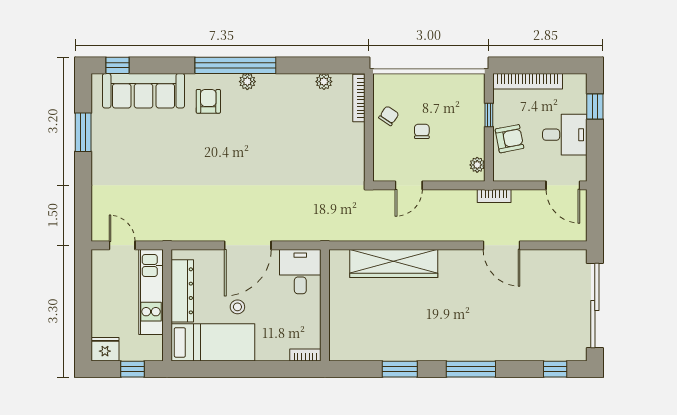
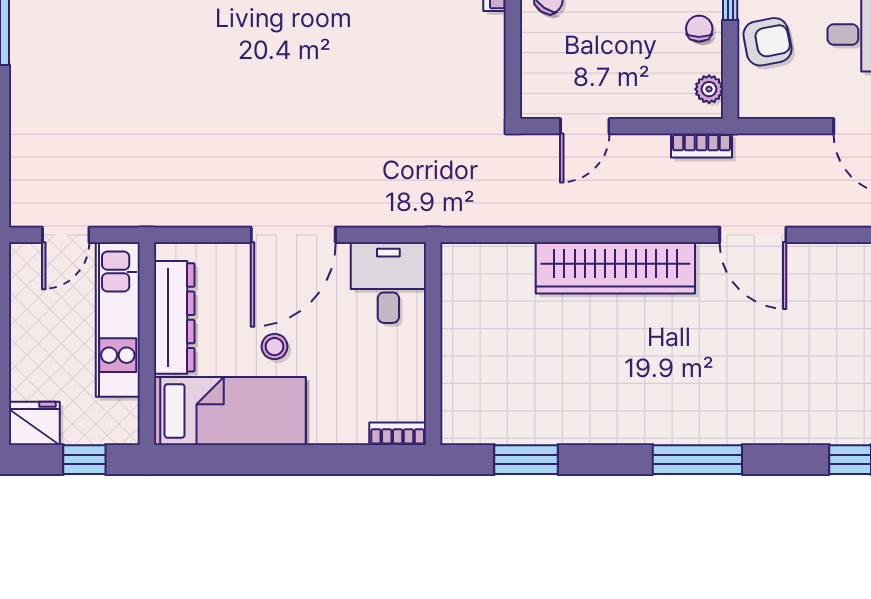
chair: (422, 131) -> (699, 29), moved
bookcase: (494, 196) -> (701, 146), moved
door: (122, 245) -> (66, 235), swing flipped
wardrobe: (394, 263) -> (615, 268), moved
window: (400, 369) -> (526, 460), moved

